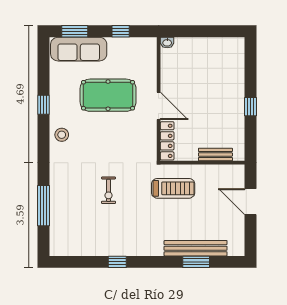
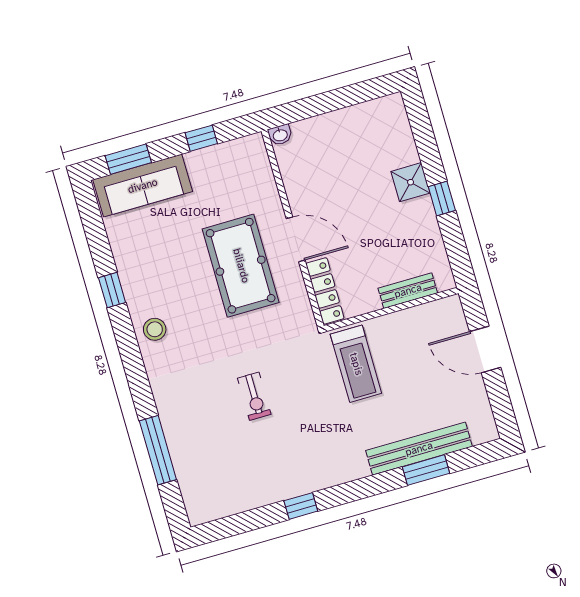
shower: (235, 92) -> (411, 182), added
pool table: (108, 95) -> (241, 266), moved, turned 90
treadmill: (173, 188) -> (356, 364), turned 90

